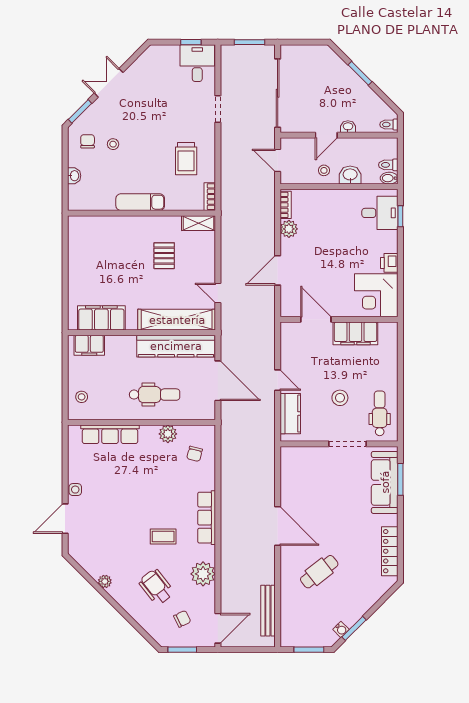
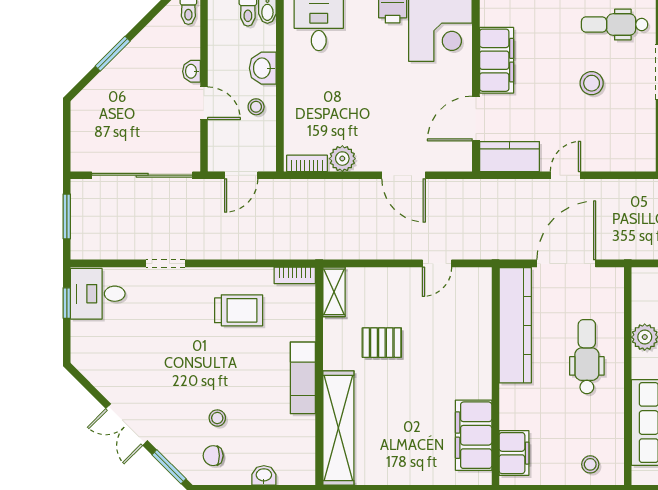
shelving: (177, 320) -> (338, 428), moved
kitchen counter: (290, 414) -> (509, 157), moved

